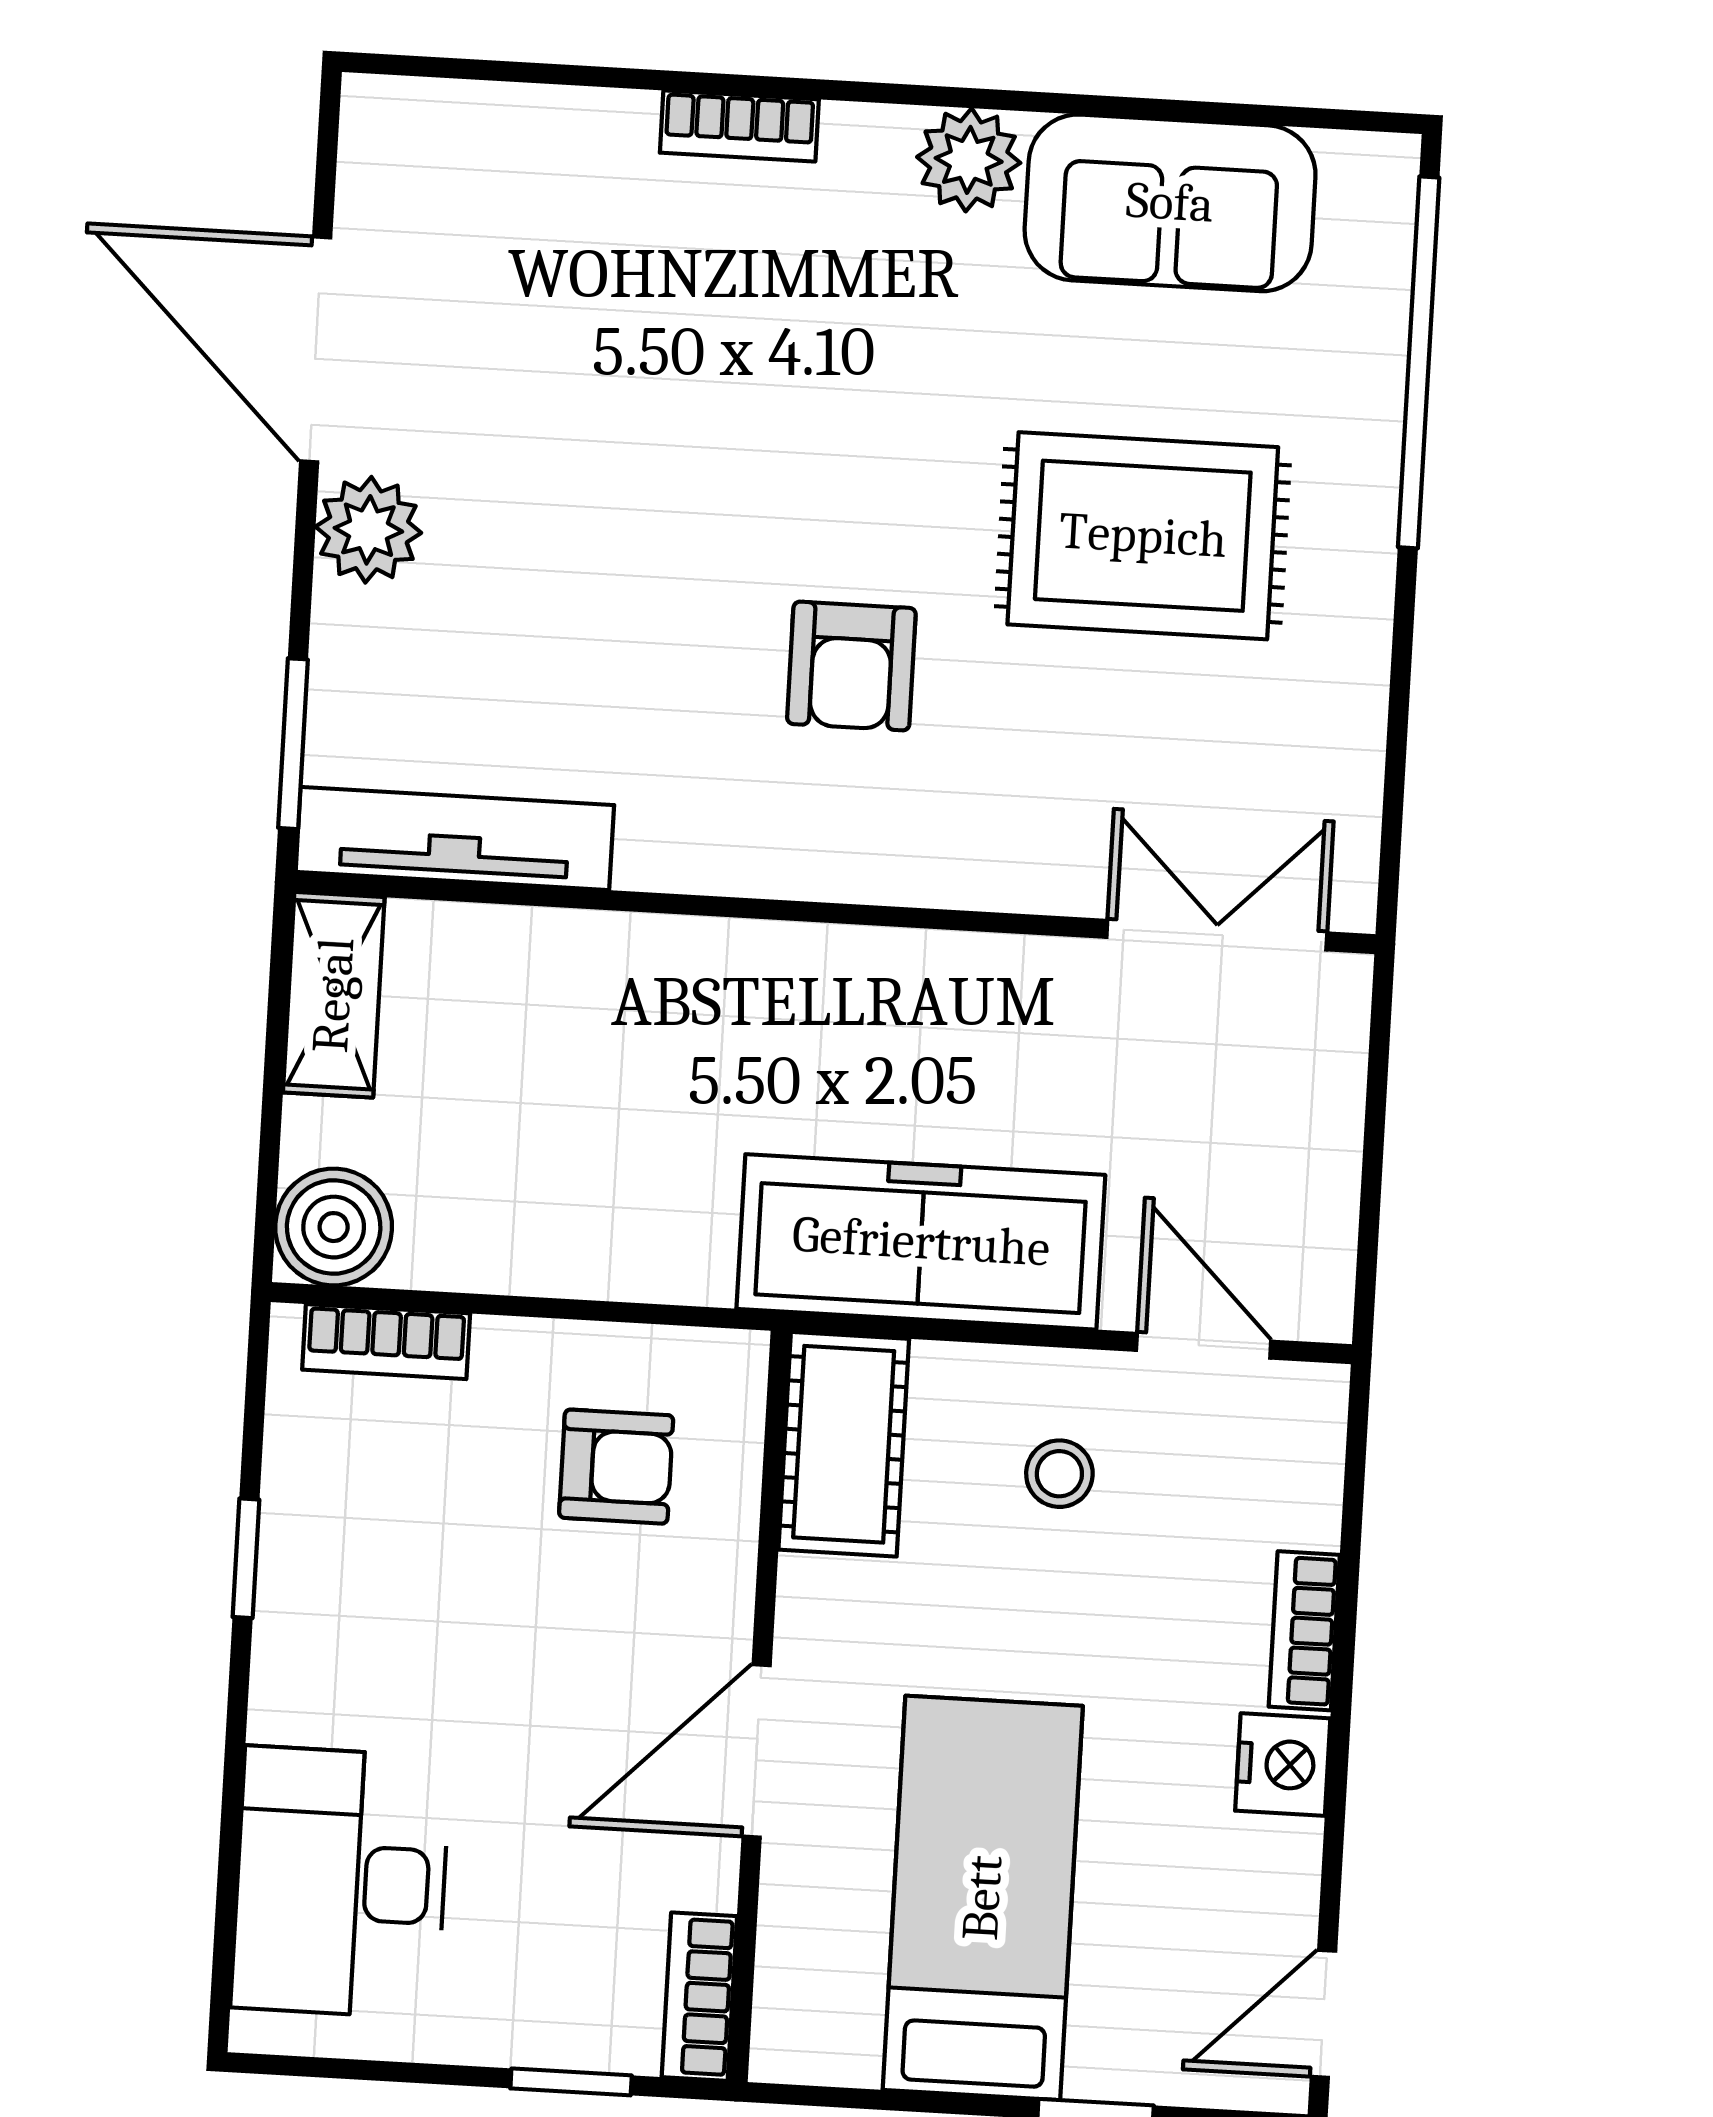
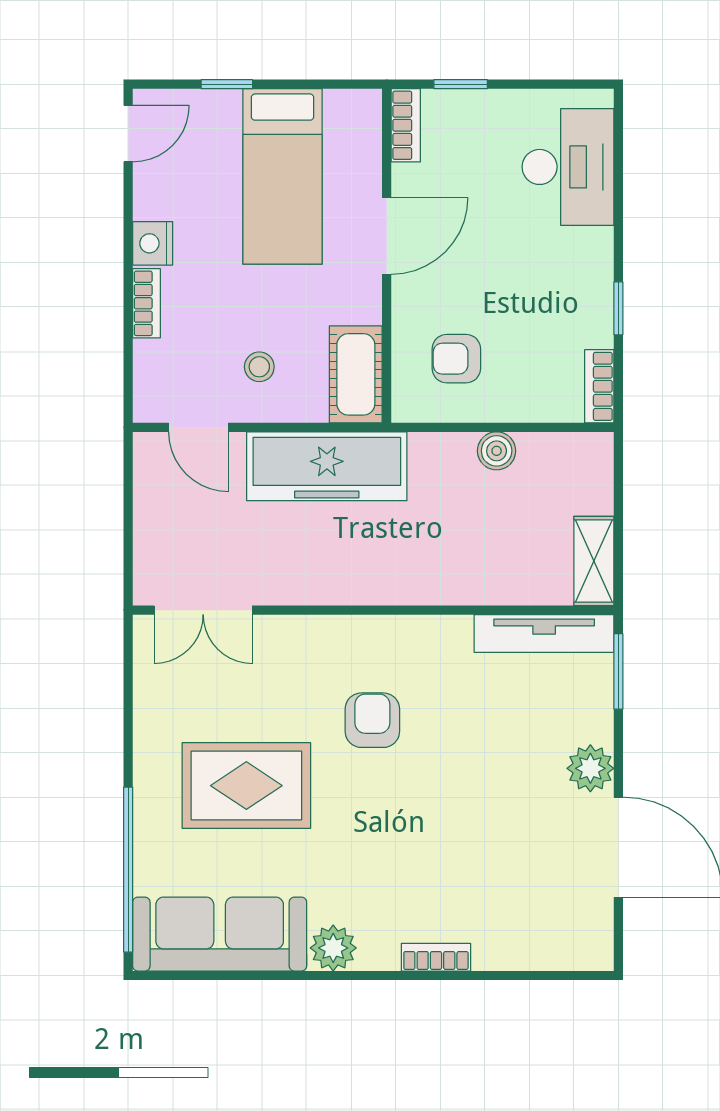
sofa: (1170, 203) -> (220, 934), width x1.36
boiler: (334, 1227) -> (497, 451), moved, width x0.73, depth x0.73
bookcase: (386, 1342) -> (599, 386), moved, turned -90

